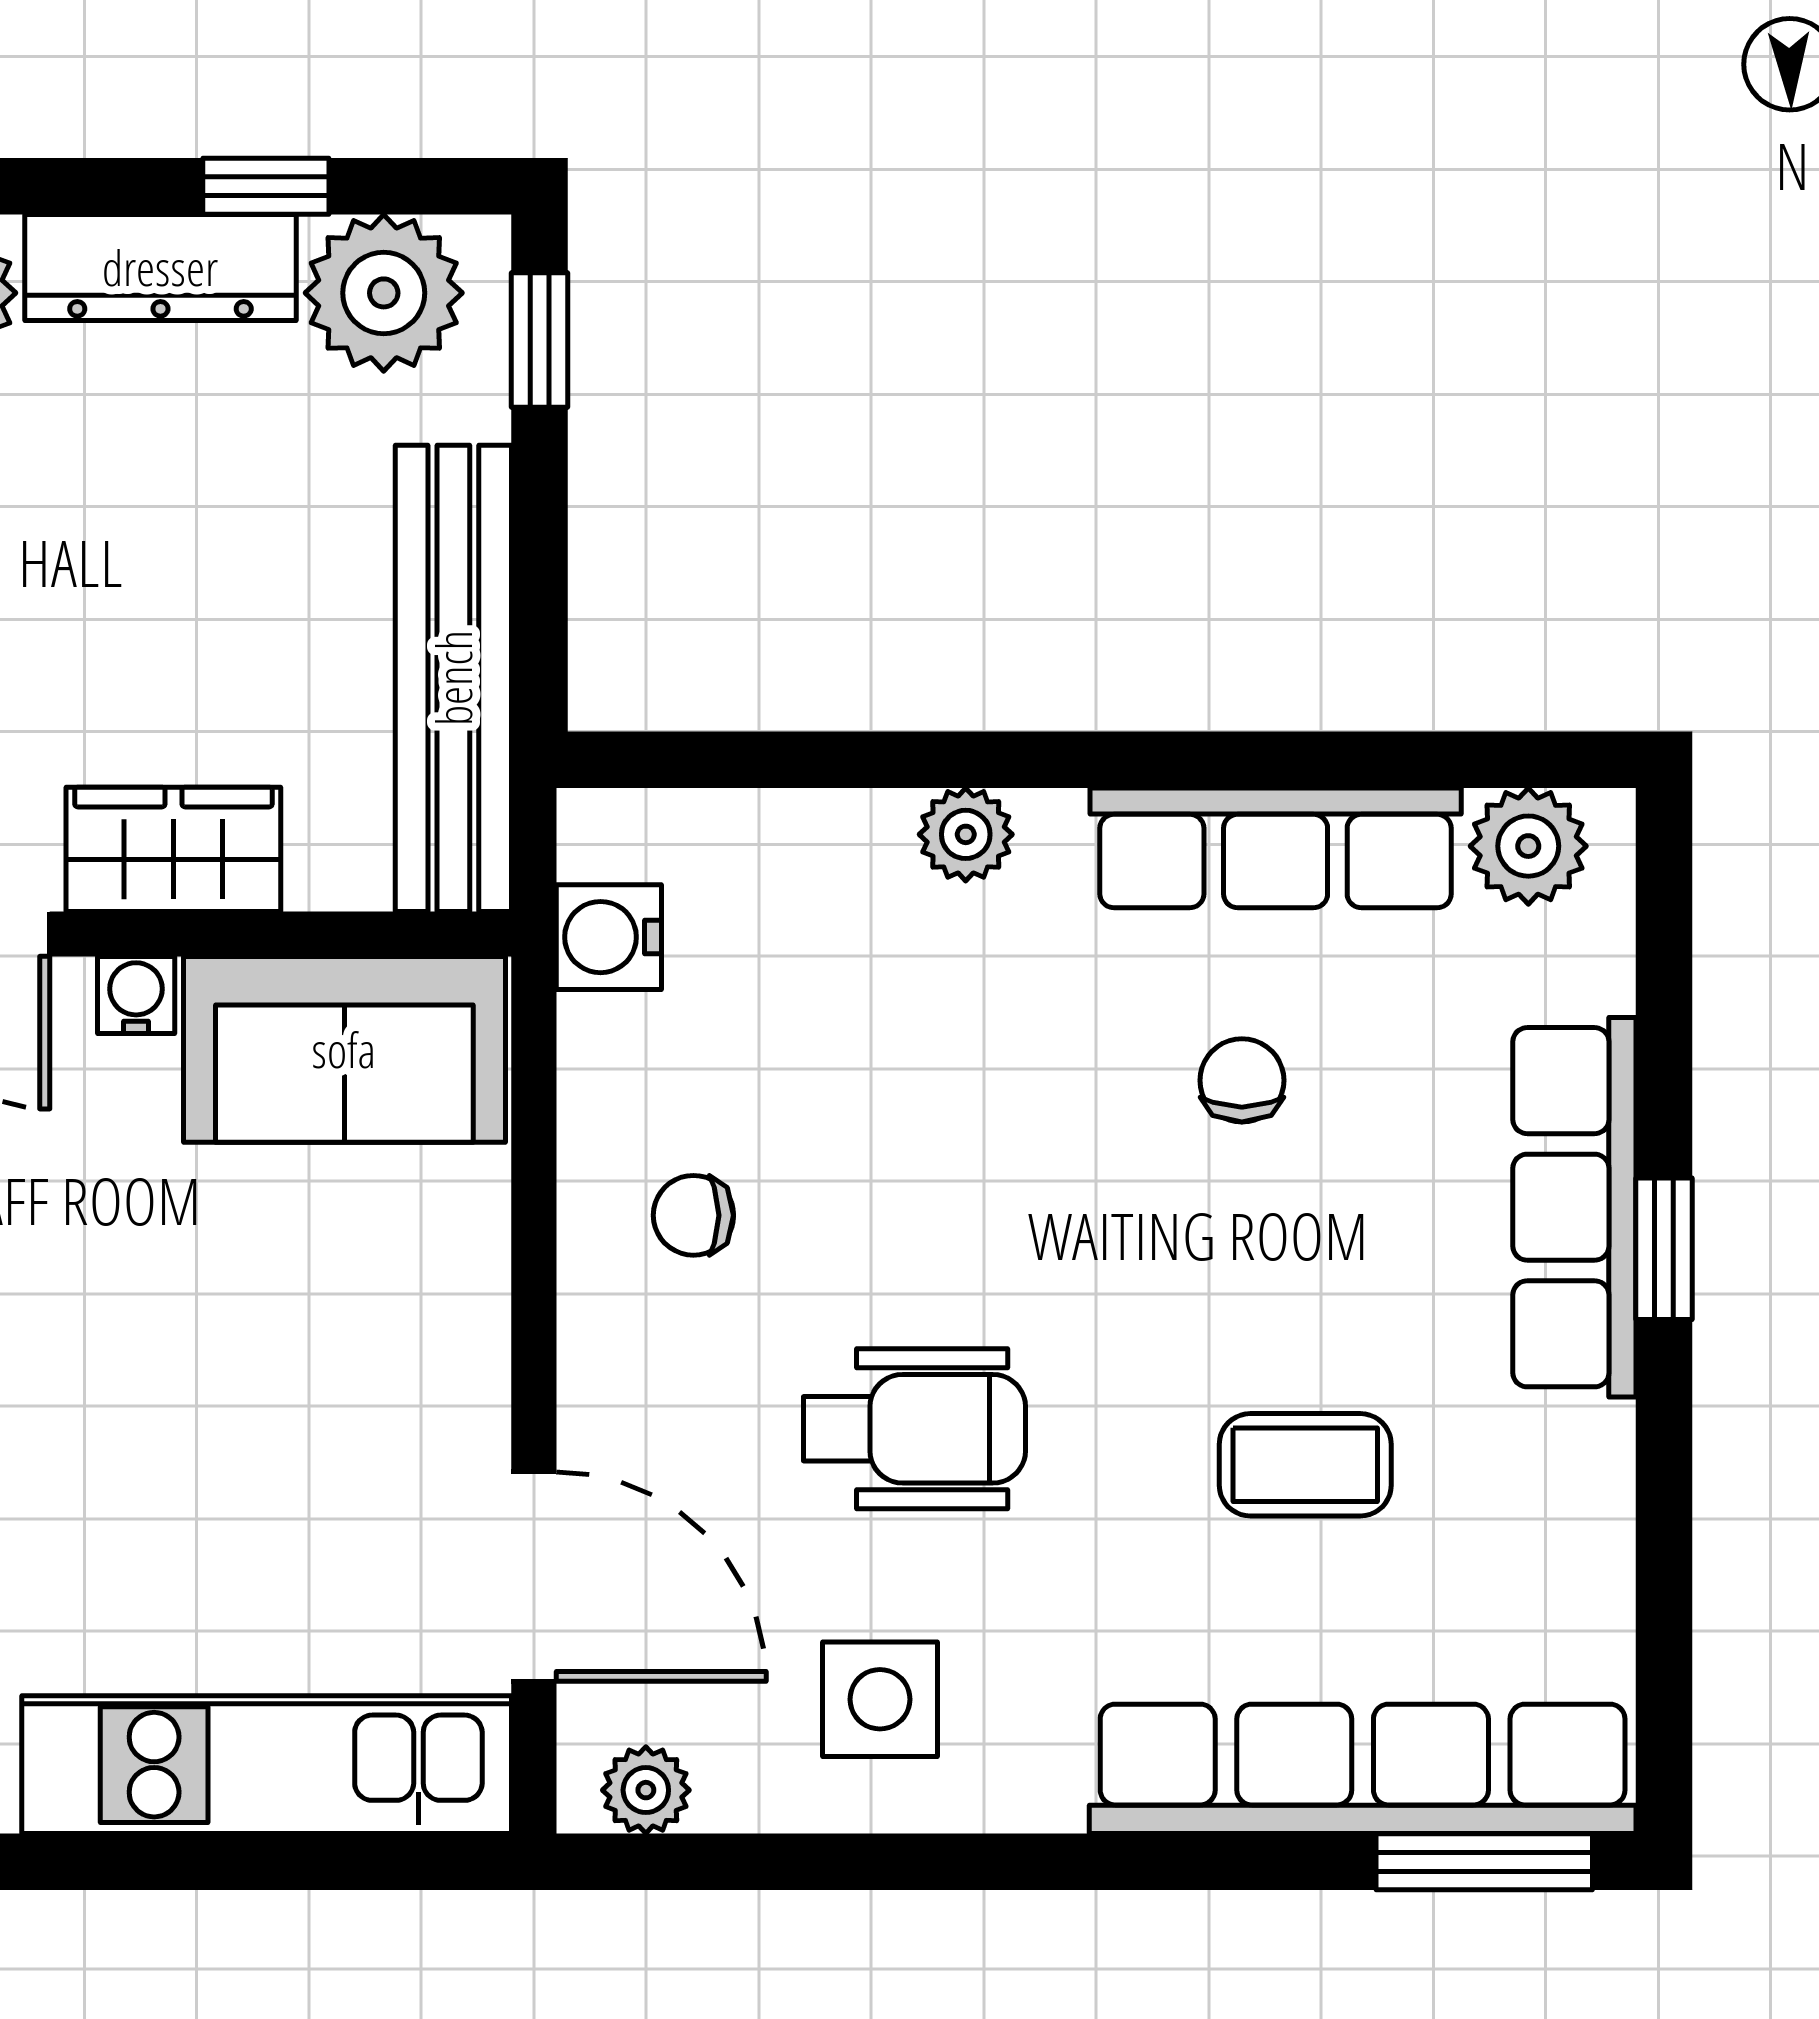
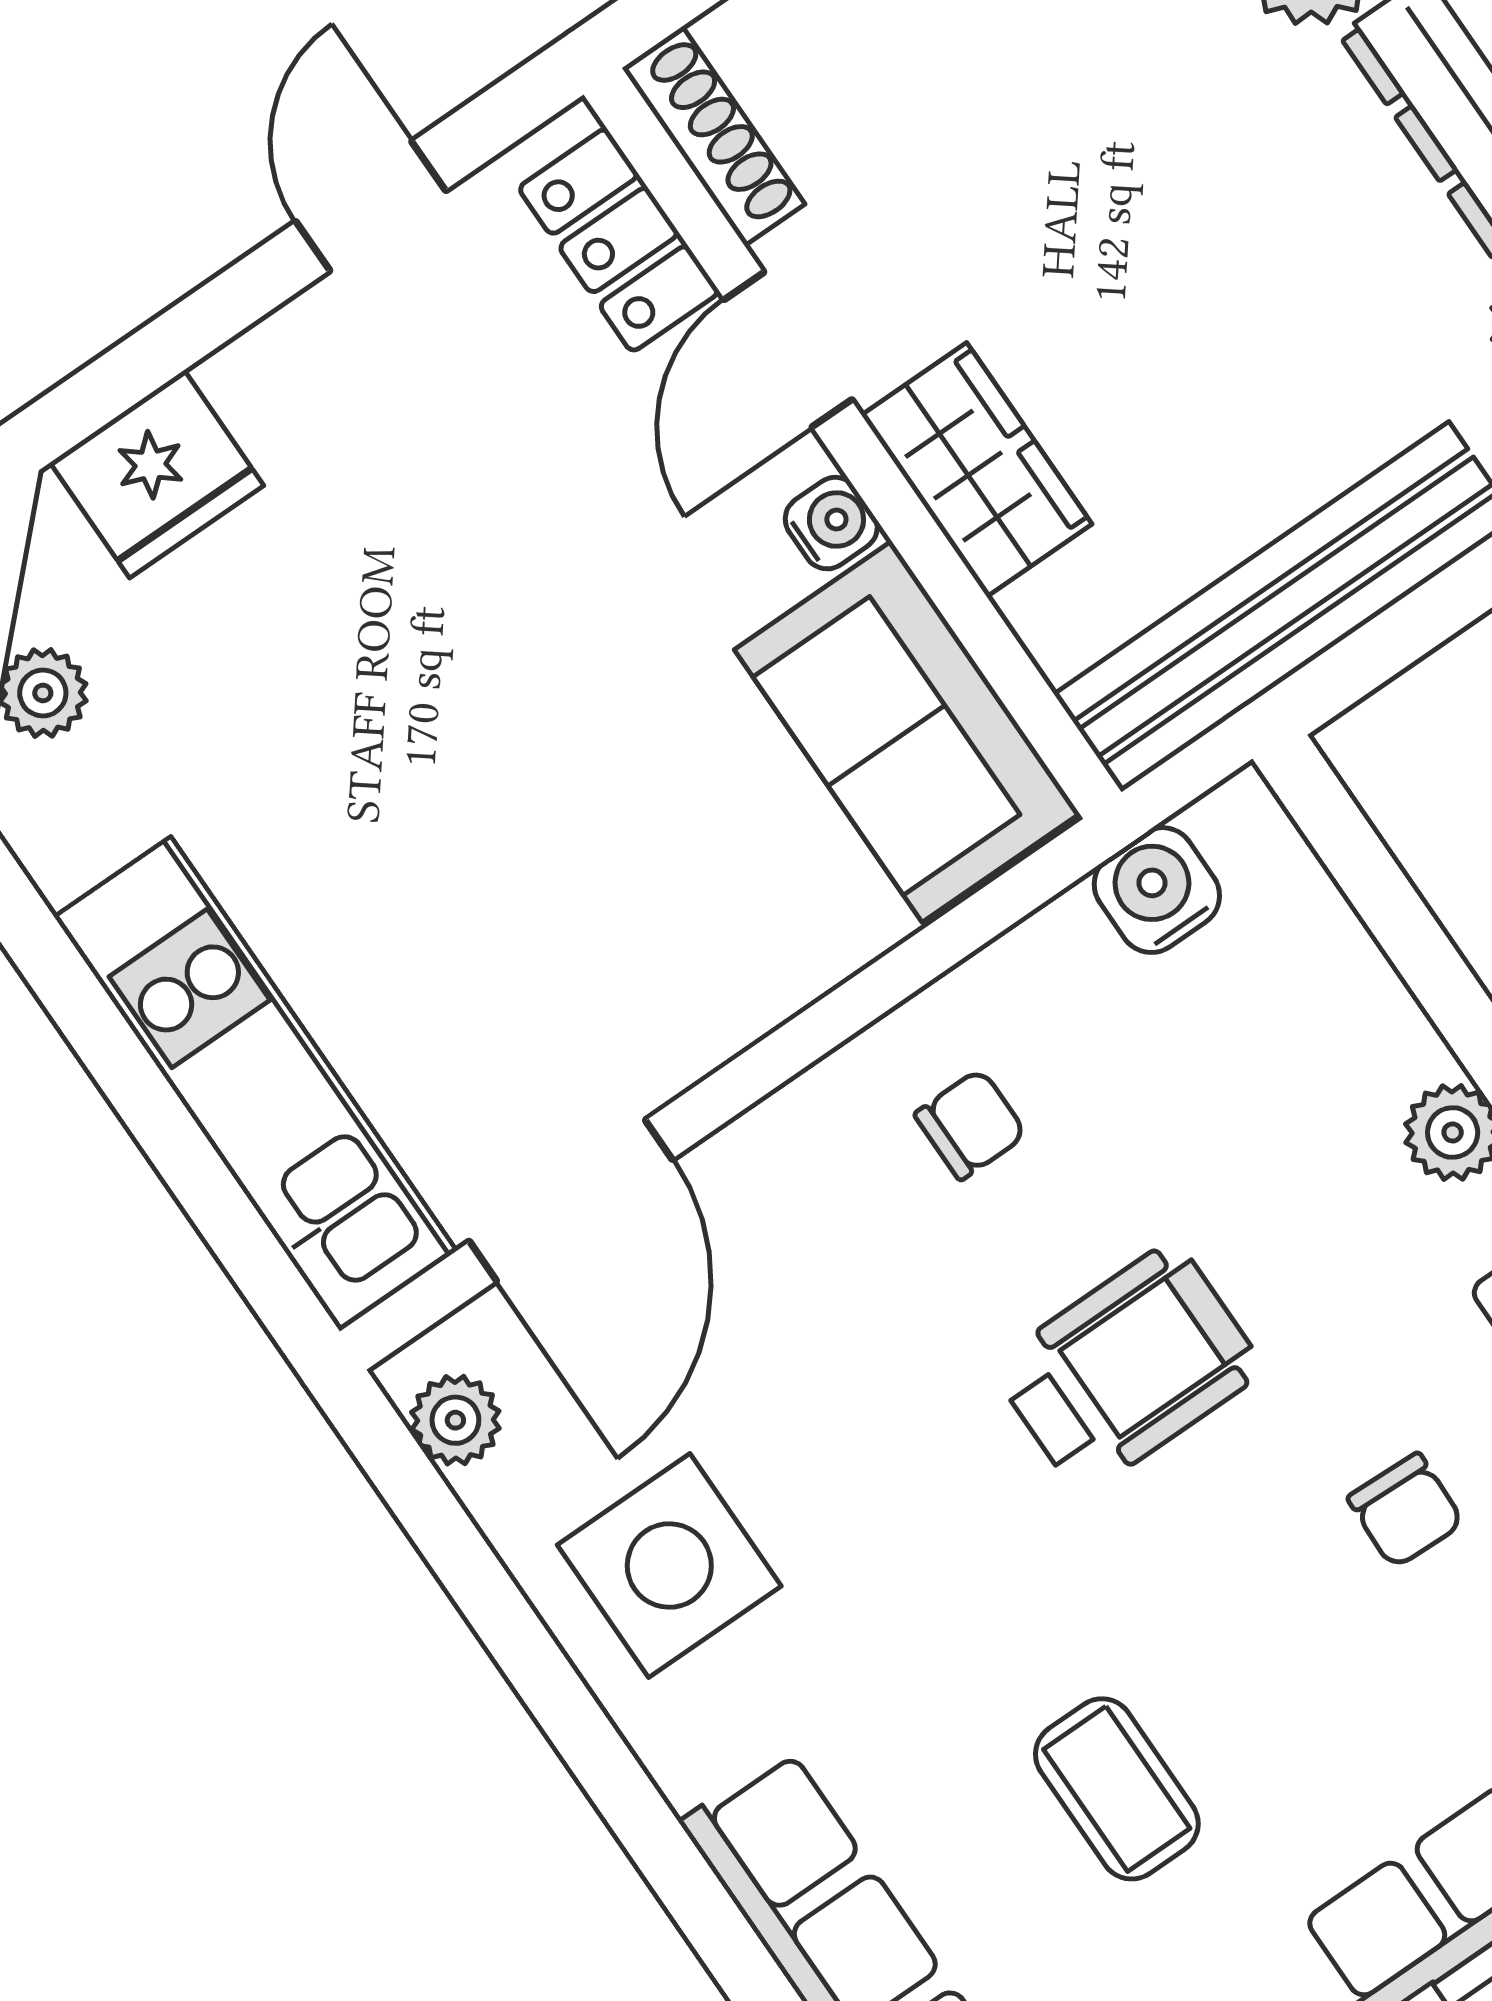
chair: (1242, 1080) -> (1406, 1510), turned 92
chair: (693, 1215) -> (970, 1124), turned 90
wheelchair: (914, 1429) -> (1127, 1368), moved, turned -90
side table: (880, 1699) -> (669, 1566), width x1.37, depth x1.37

